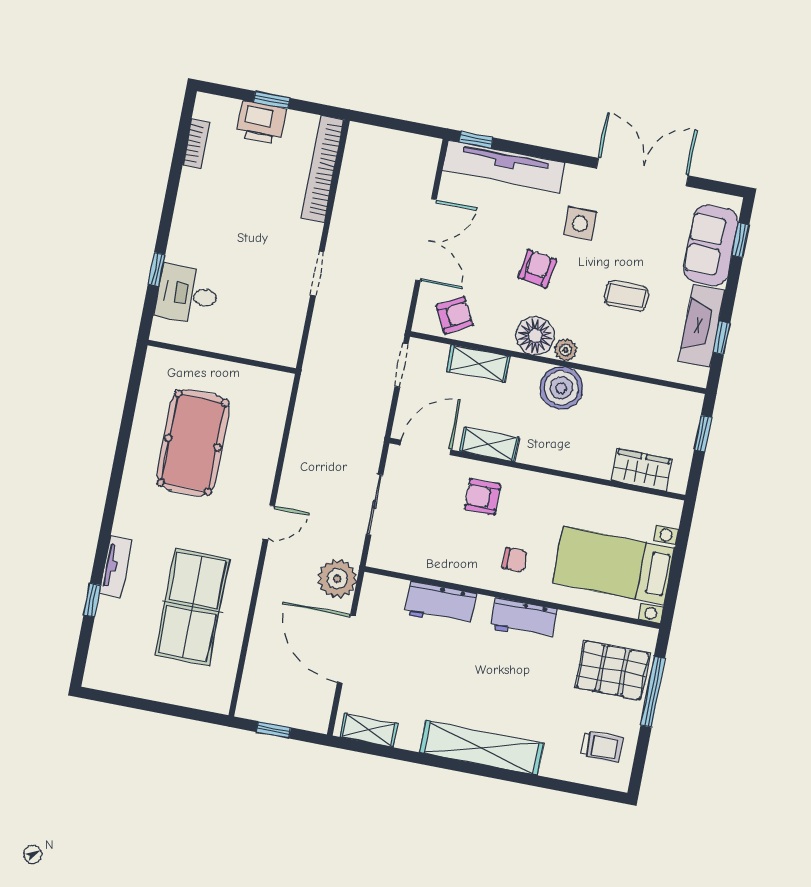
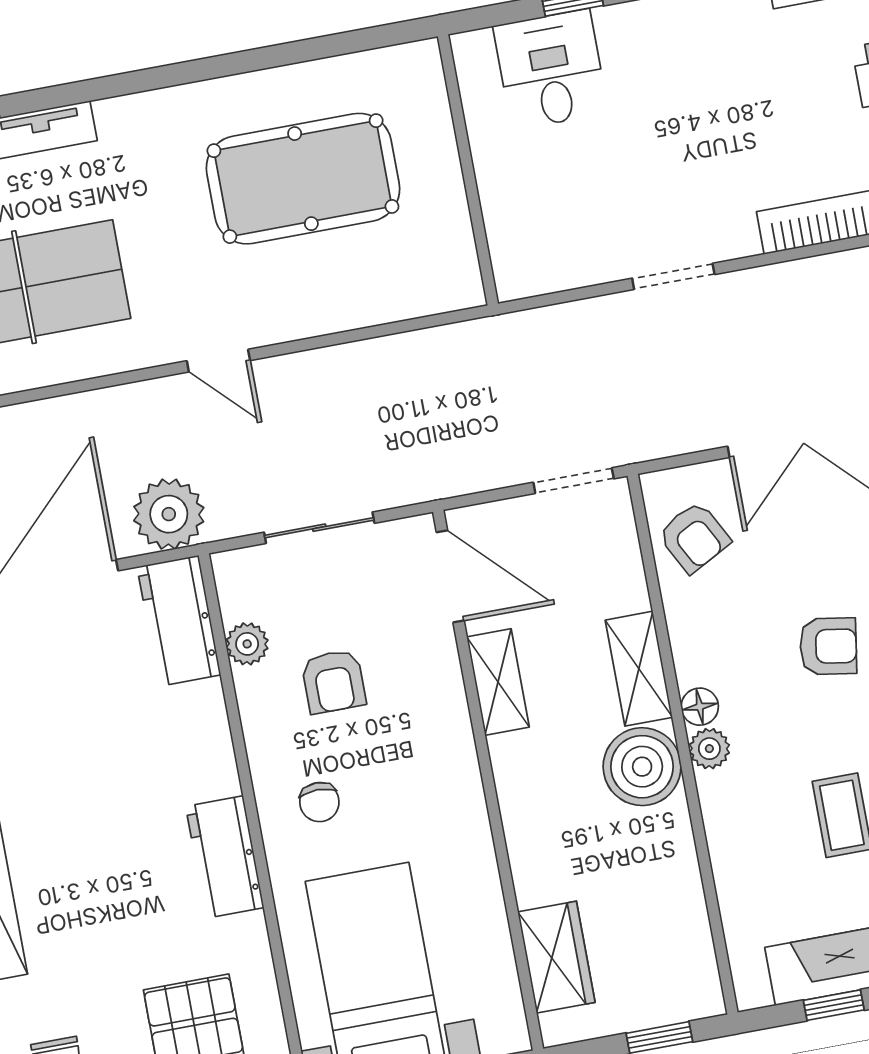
floor lamp: (535, 336) -> (700, 707), width x0.53, depth x0.53
shelving: (478, 364) -> (639, 669), moved
armchair: (482, 497) -> (334, 681), moved, turned 180
plant: (419, 565) -> (247, 644), added
workbench: (440, 604) -> (179, 621), moved

